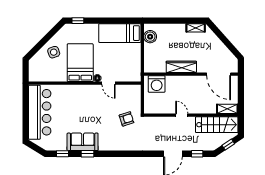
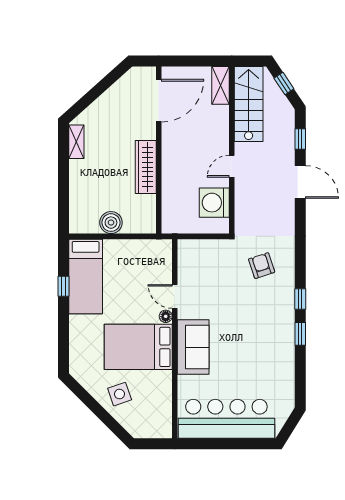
window: (78, 21) -> (63, 286), moved
boiler: (150, 37) -> (111, 223), moved
door: (109, 83) -> (175, 296), swing flipped
washing machine: (157, 84) -> (214, 203), moved, turned 180
armchair: (126, 119) -> (262, 266), moved
sofa: (83, 142) -> (193, 347), moved, turned 180
window: (63, 154) -> (300, 299), moved

